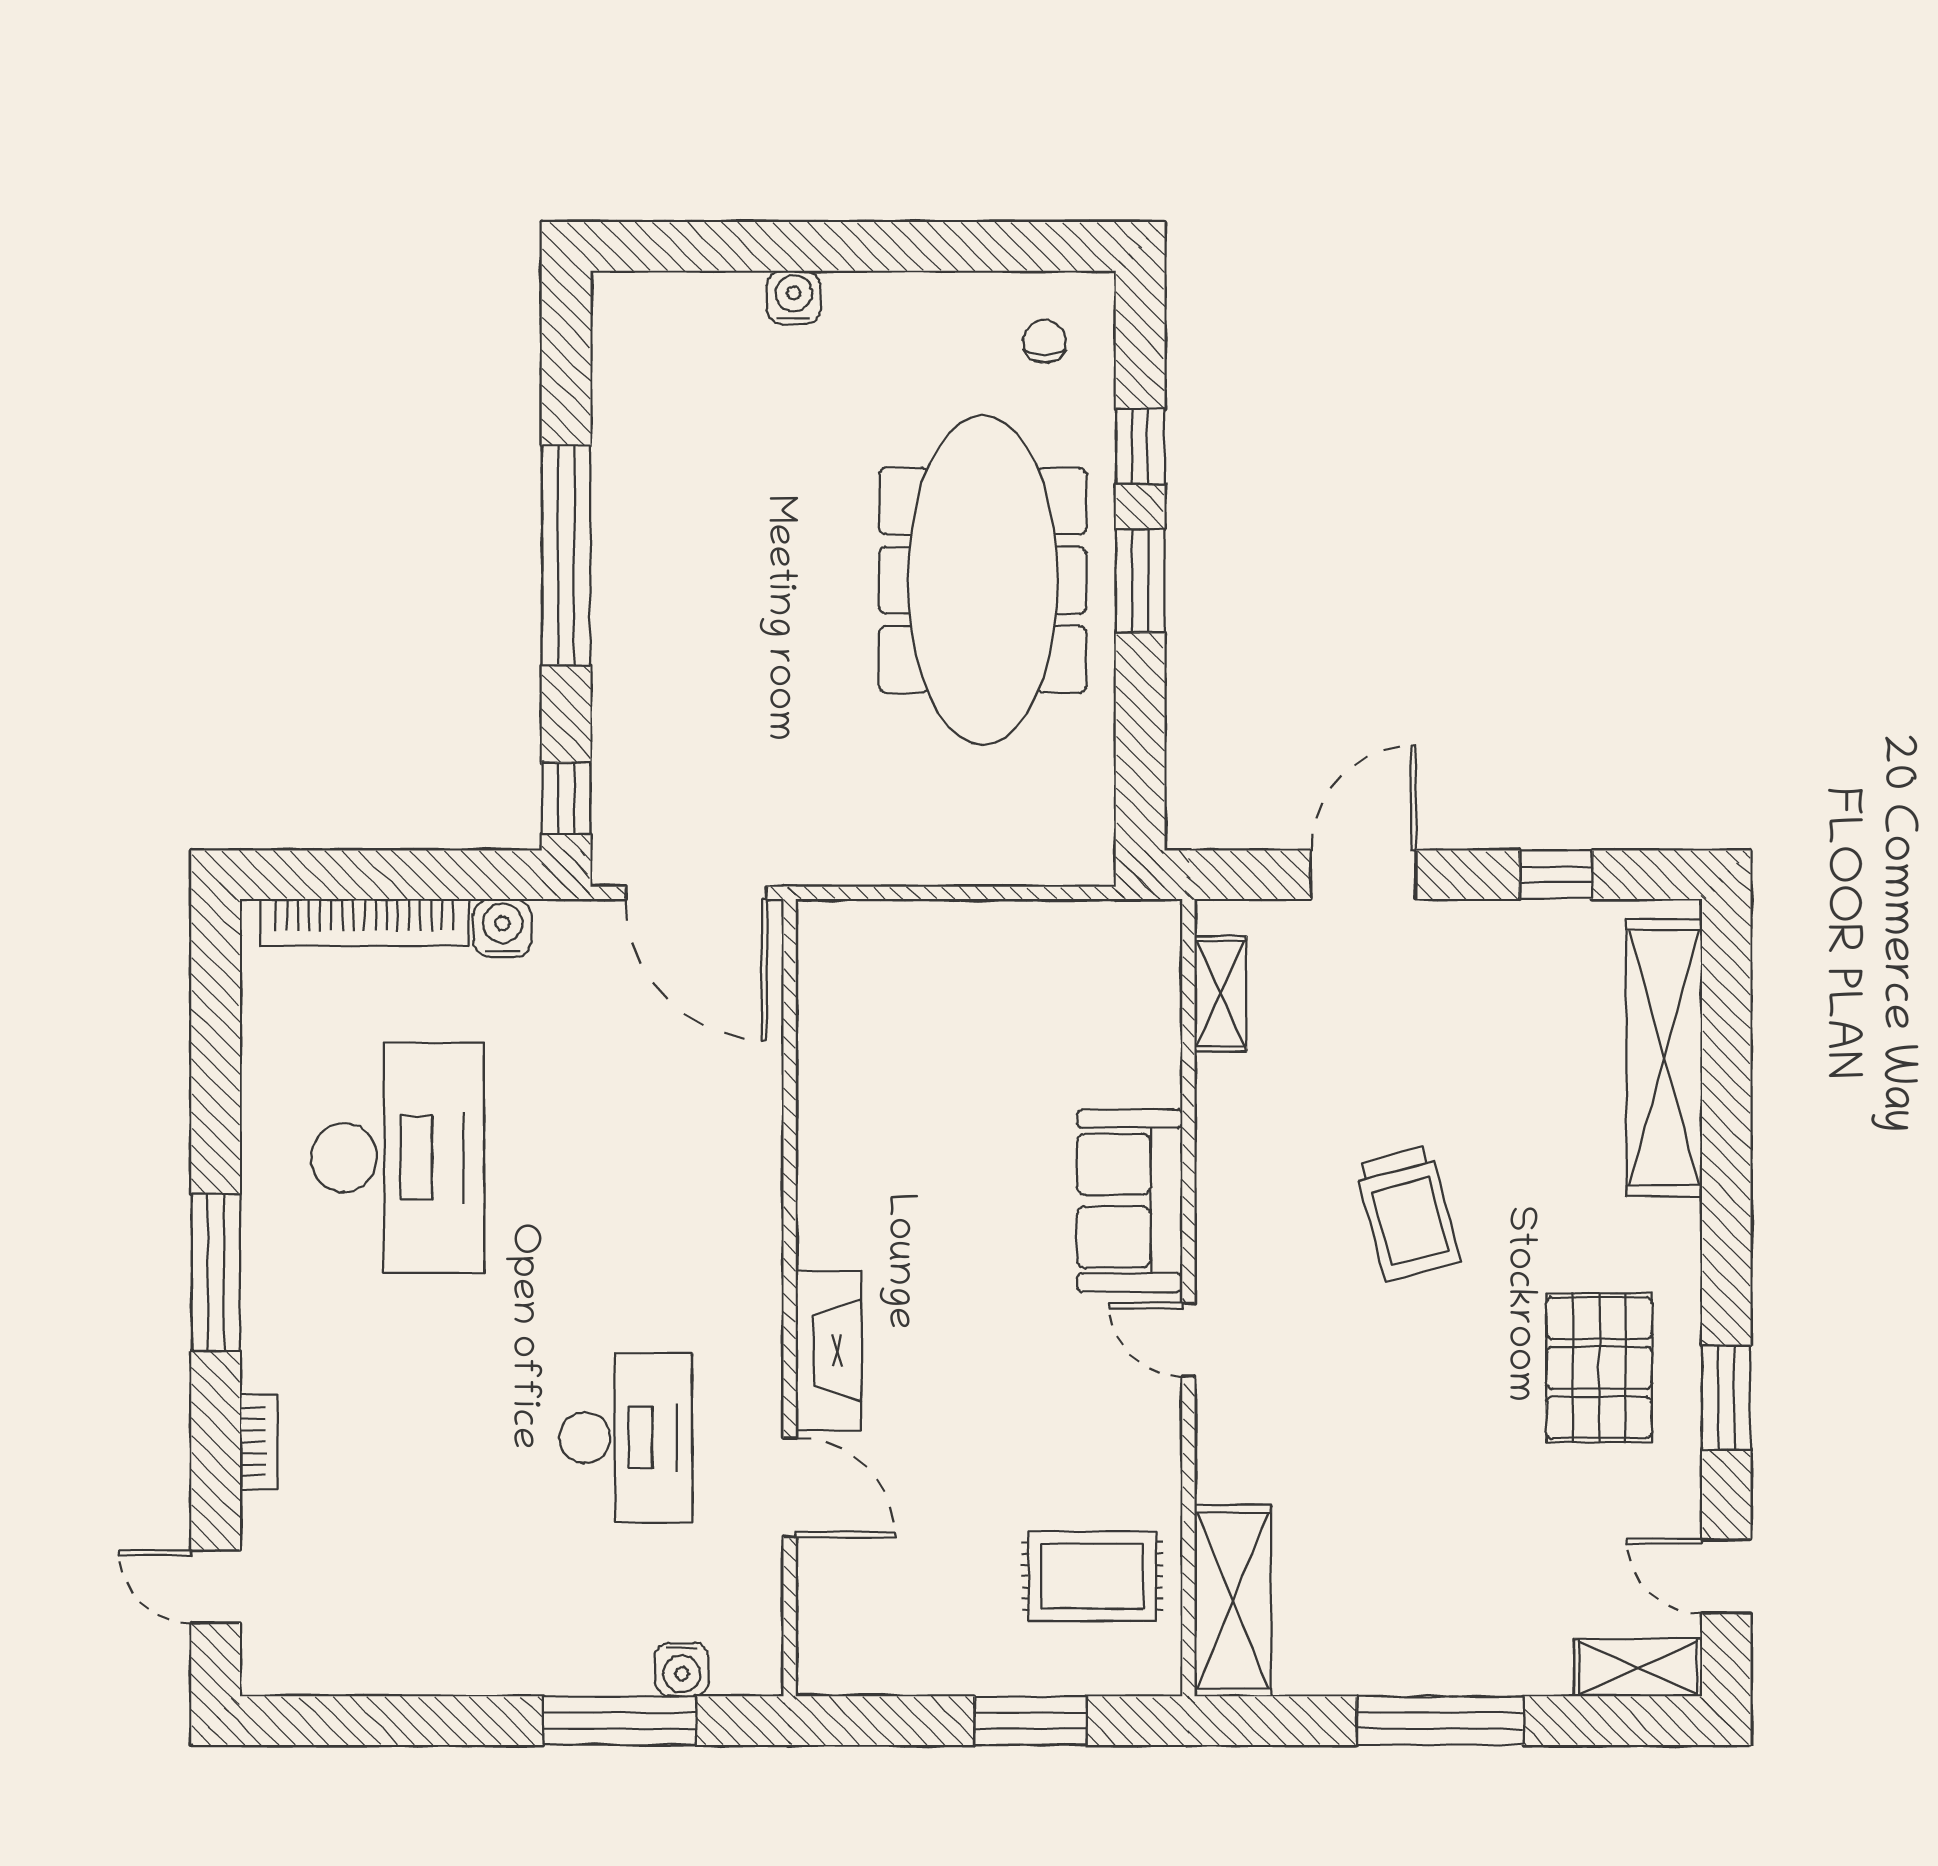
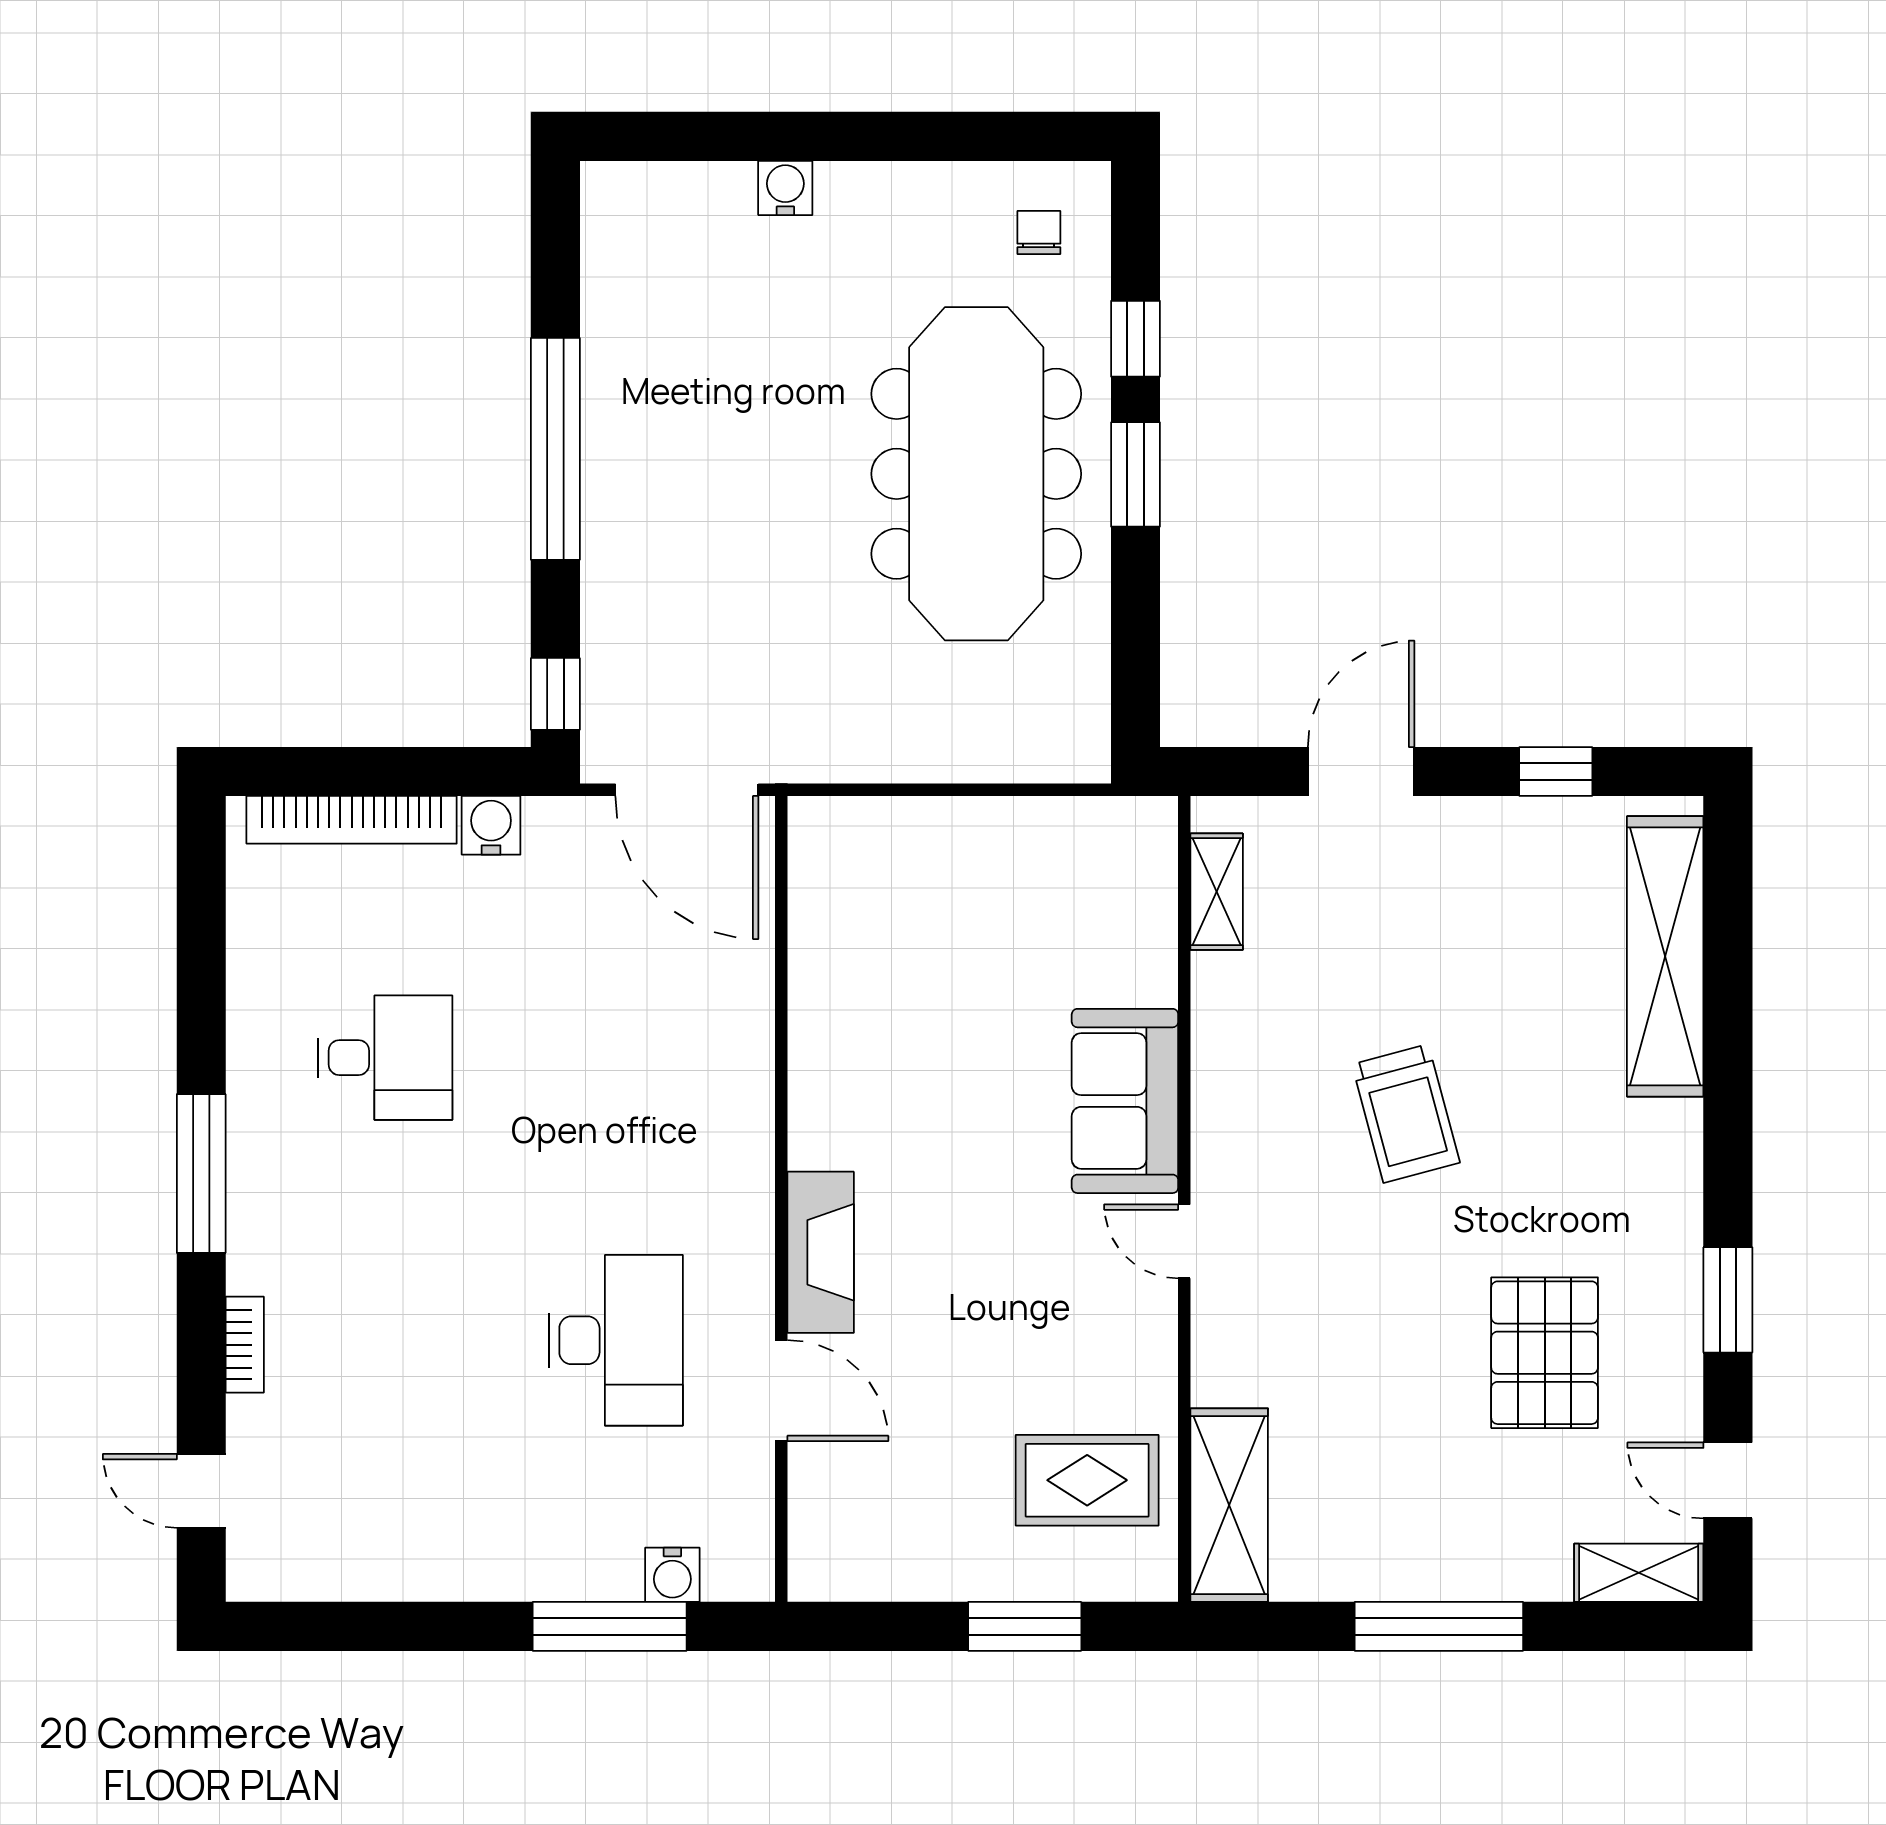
desk: (398, 1158) -> (385, 1058), width x0.53, depth x0.77
pallet: (1599, 1368) -> (1545, 1353), moved

